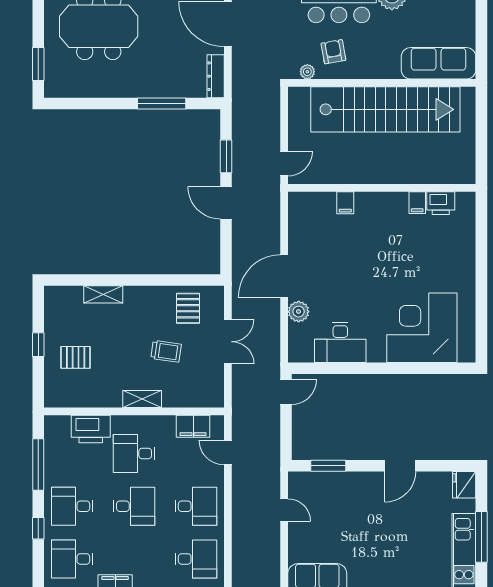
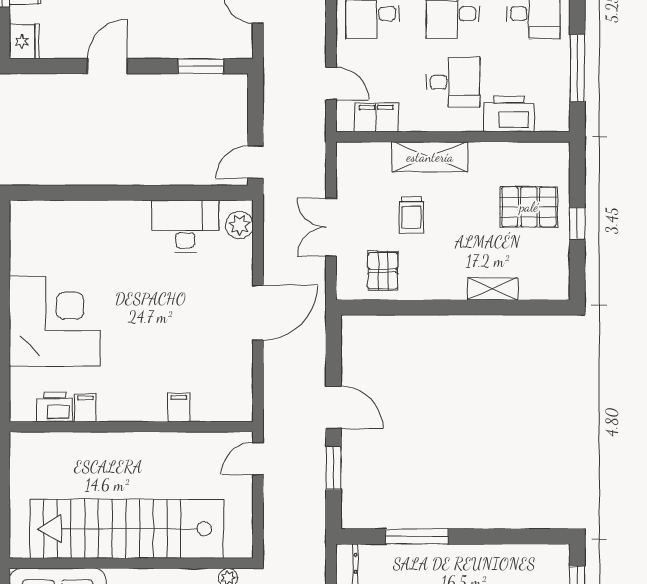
plant: (299, 312) -> (239, 225), moved
corner desk: (422, 328) -> (55, 321), moved, turned -90
trolley: (166, 351) -> (411, 215), turned -98
pallet: (76, 357) -> (529, 207), width x1.50, depth x1.42
shelving: (142, 399) -> (430, 157), width x1.50, depth x1.33

